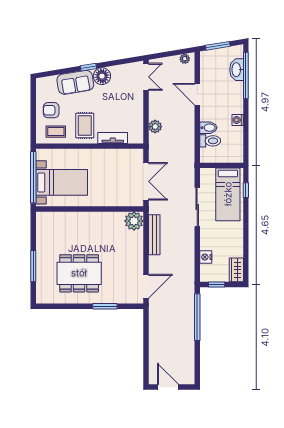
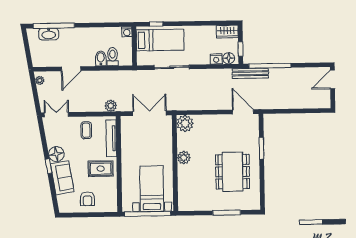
window: (218, 46) -> (28, 51), removed
washing machine: (238, 120) -> (127, 32), moved
plant: (155, 127) -> (111, 106), moved
coffee table: (56, 132) -> (86, 130), moved
tv unit: (113, 138) -> (111, 138), width x1.41
plant: (96, 219) -> (184, 158), added
bench: (154, 235) -> (250, 73), moved
floor lamp: (206, 271) -> (229, 58), added
door: (168, 387) -> (332, 79), moved

